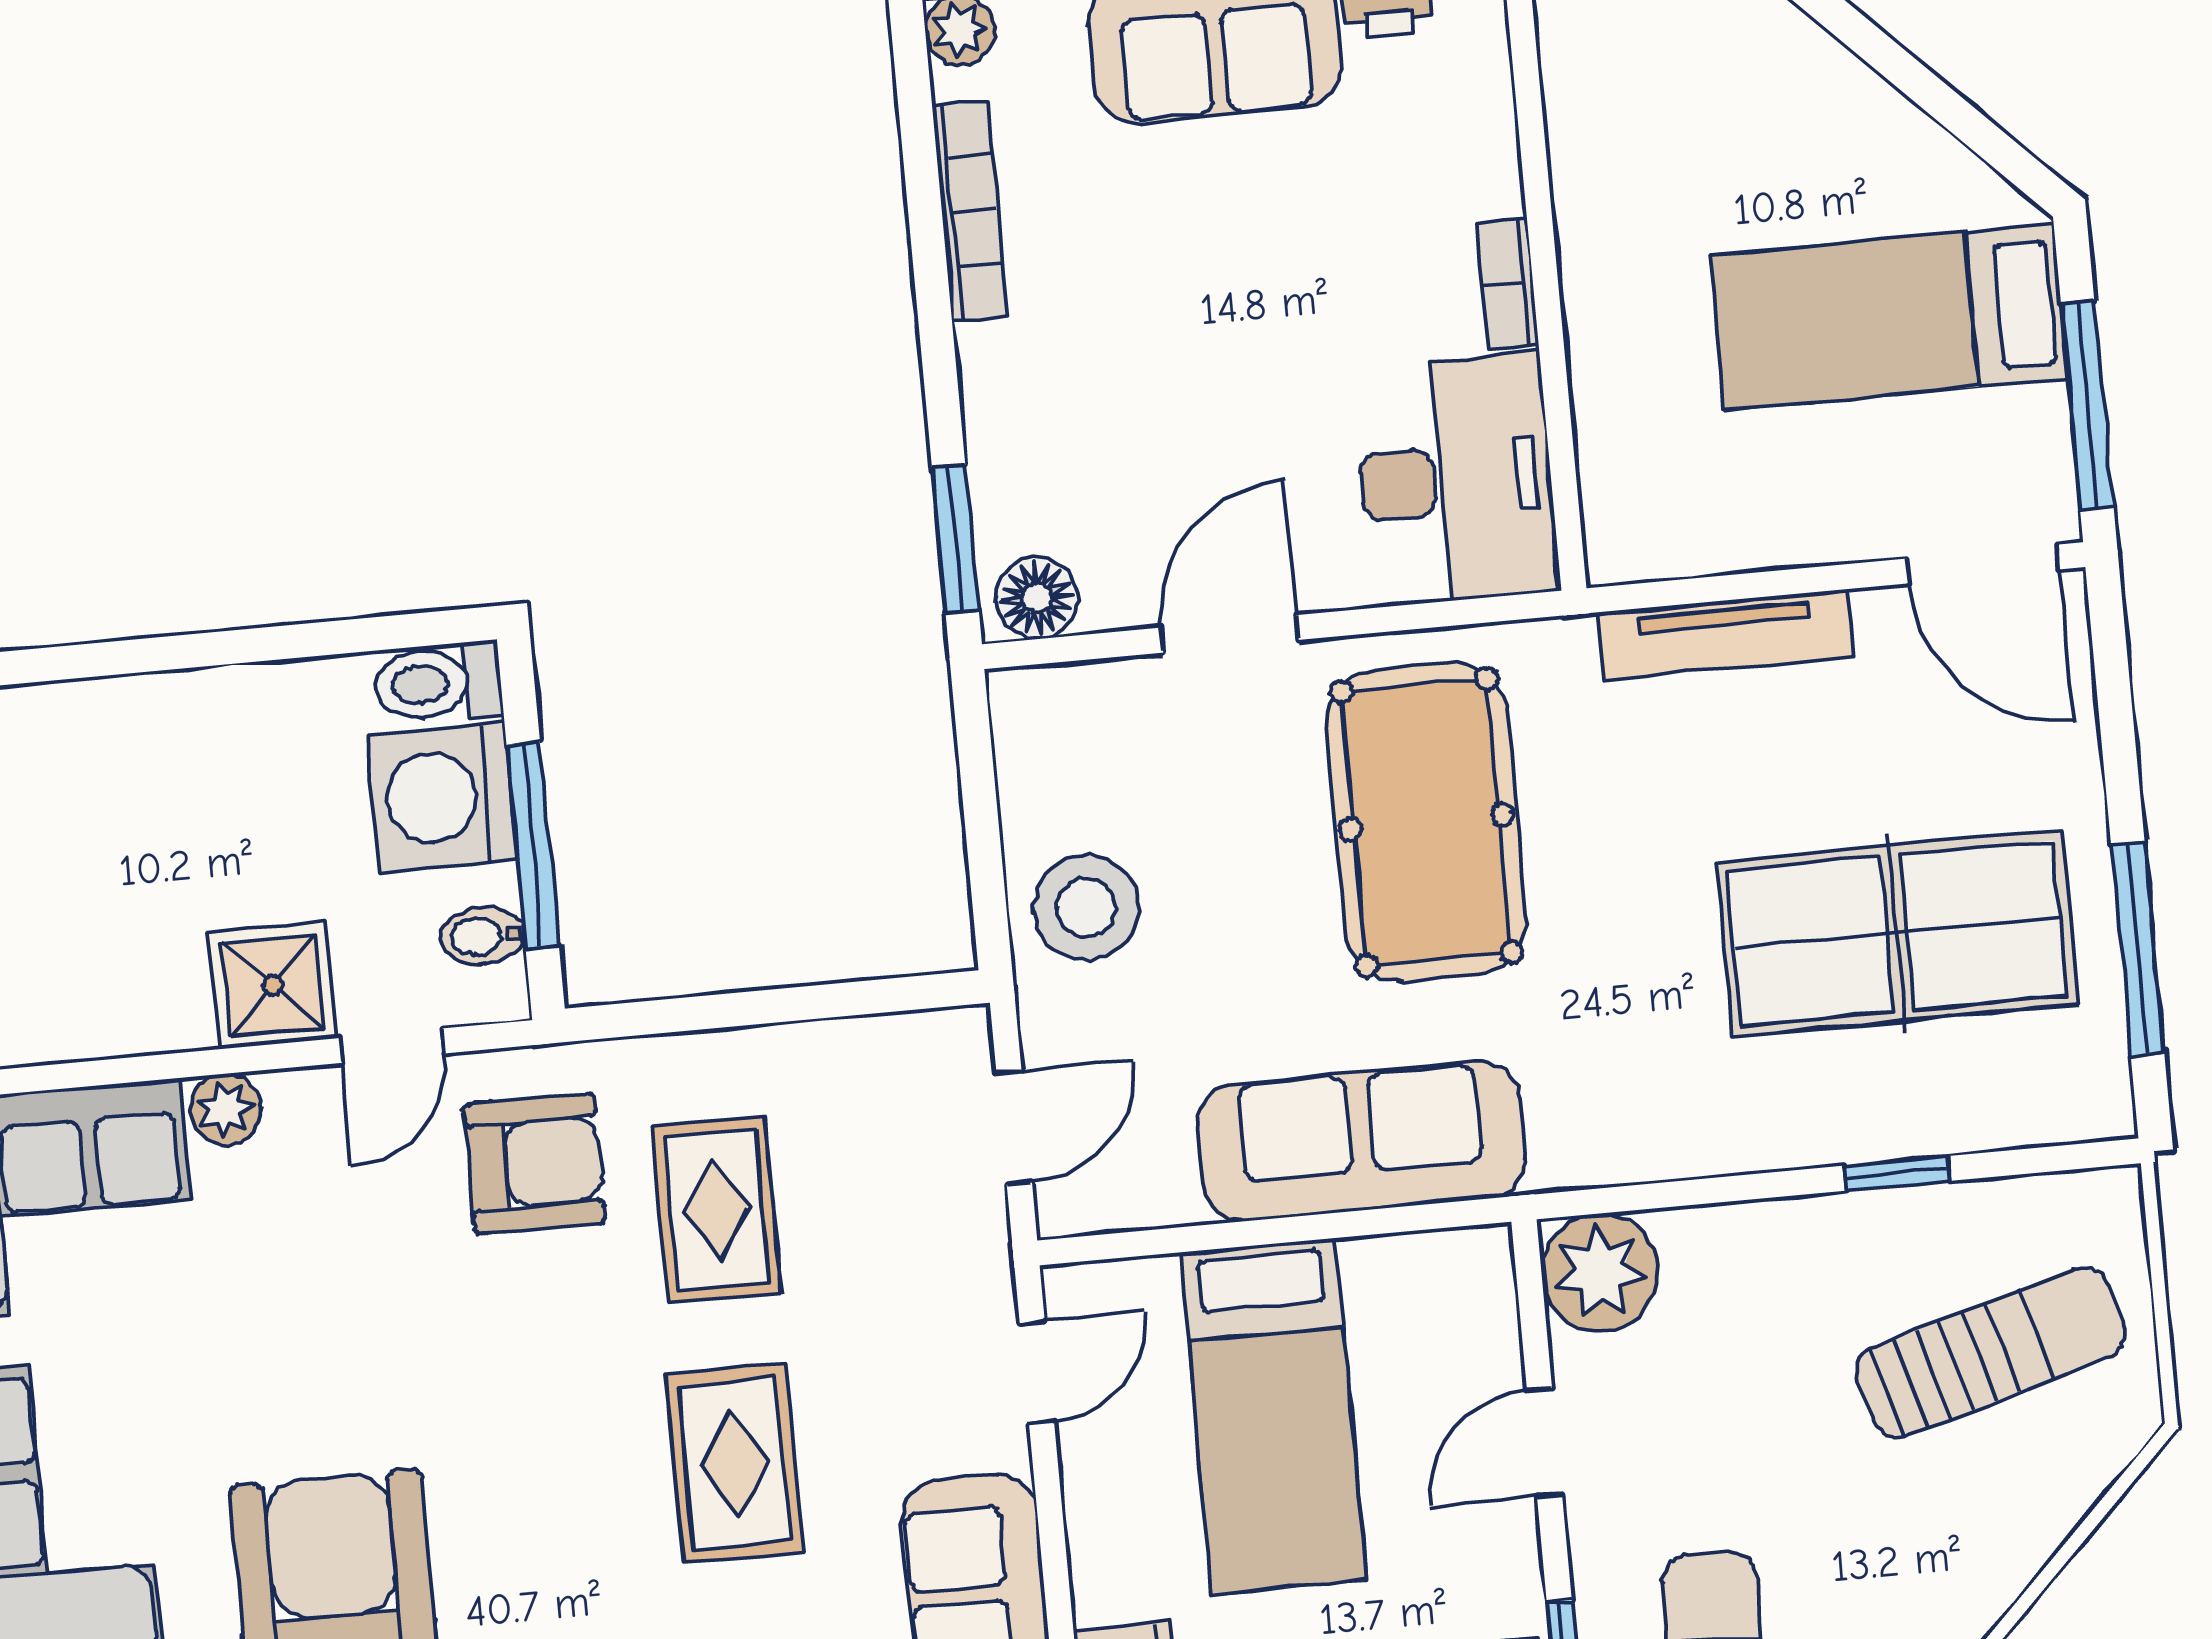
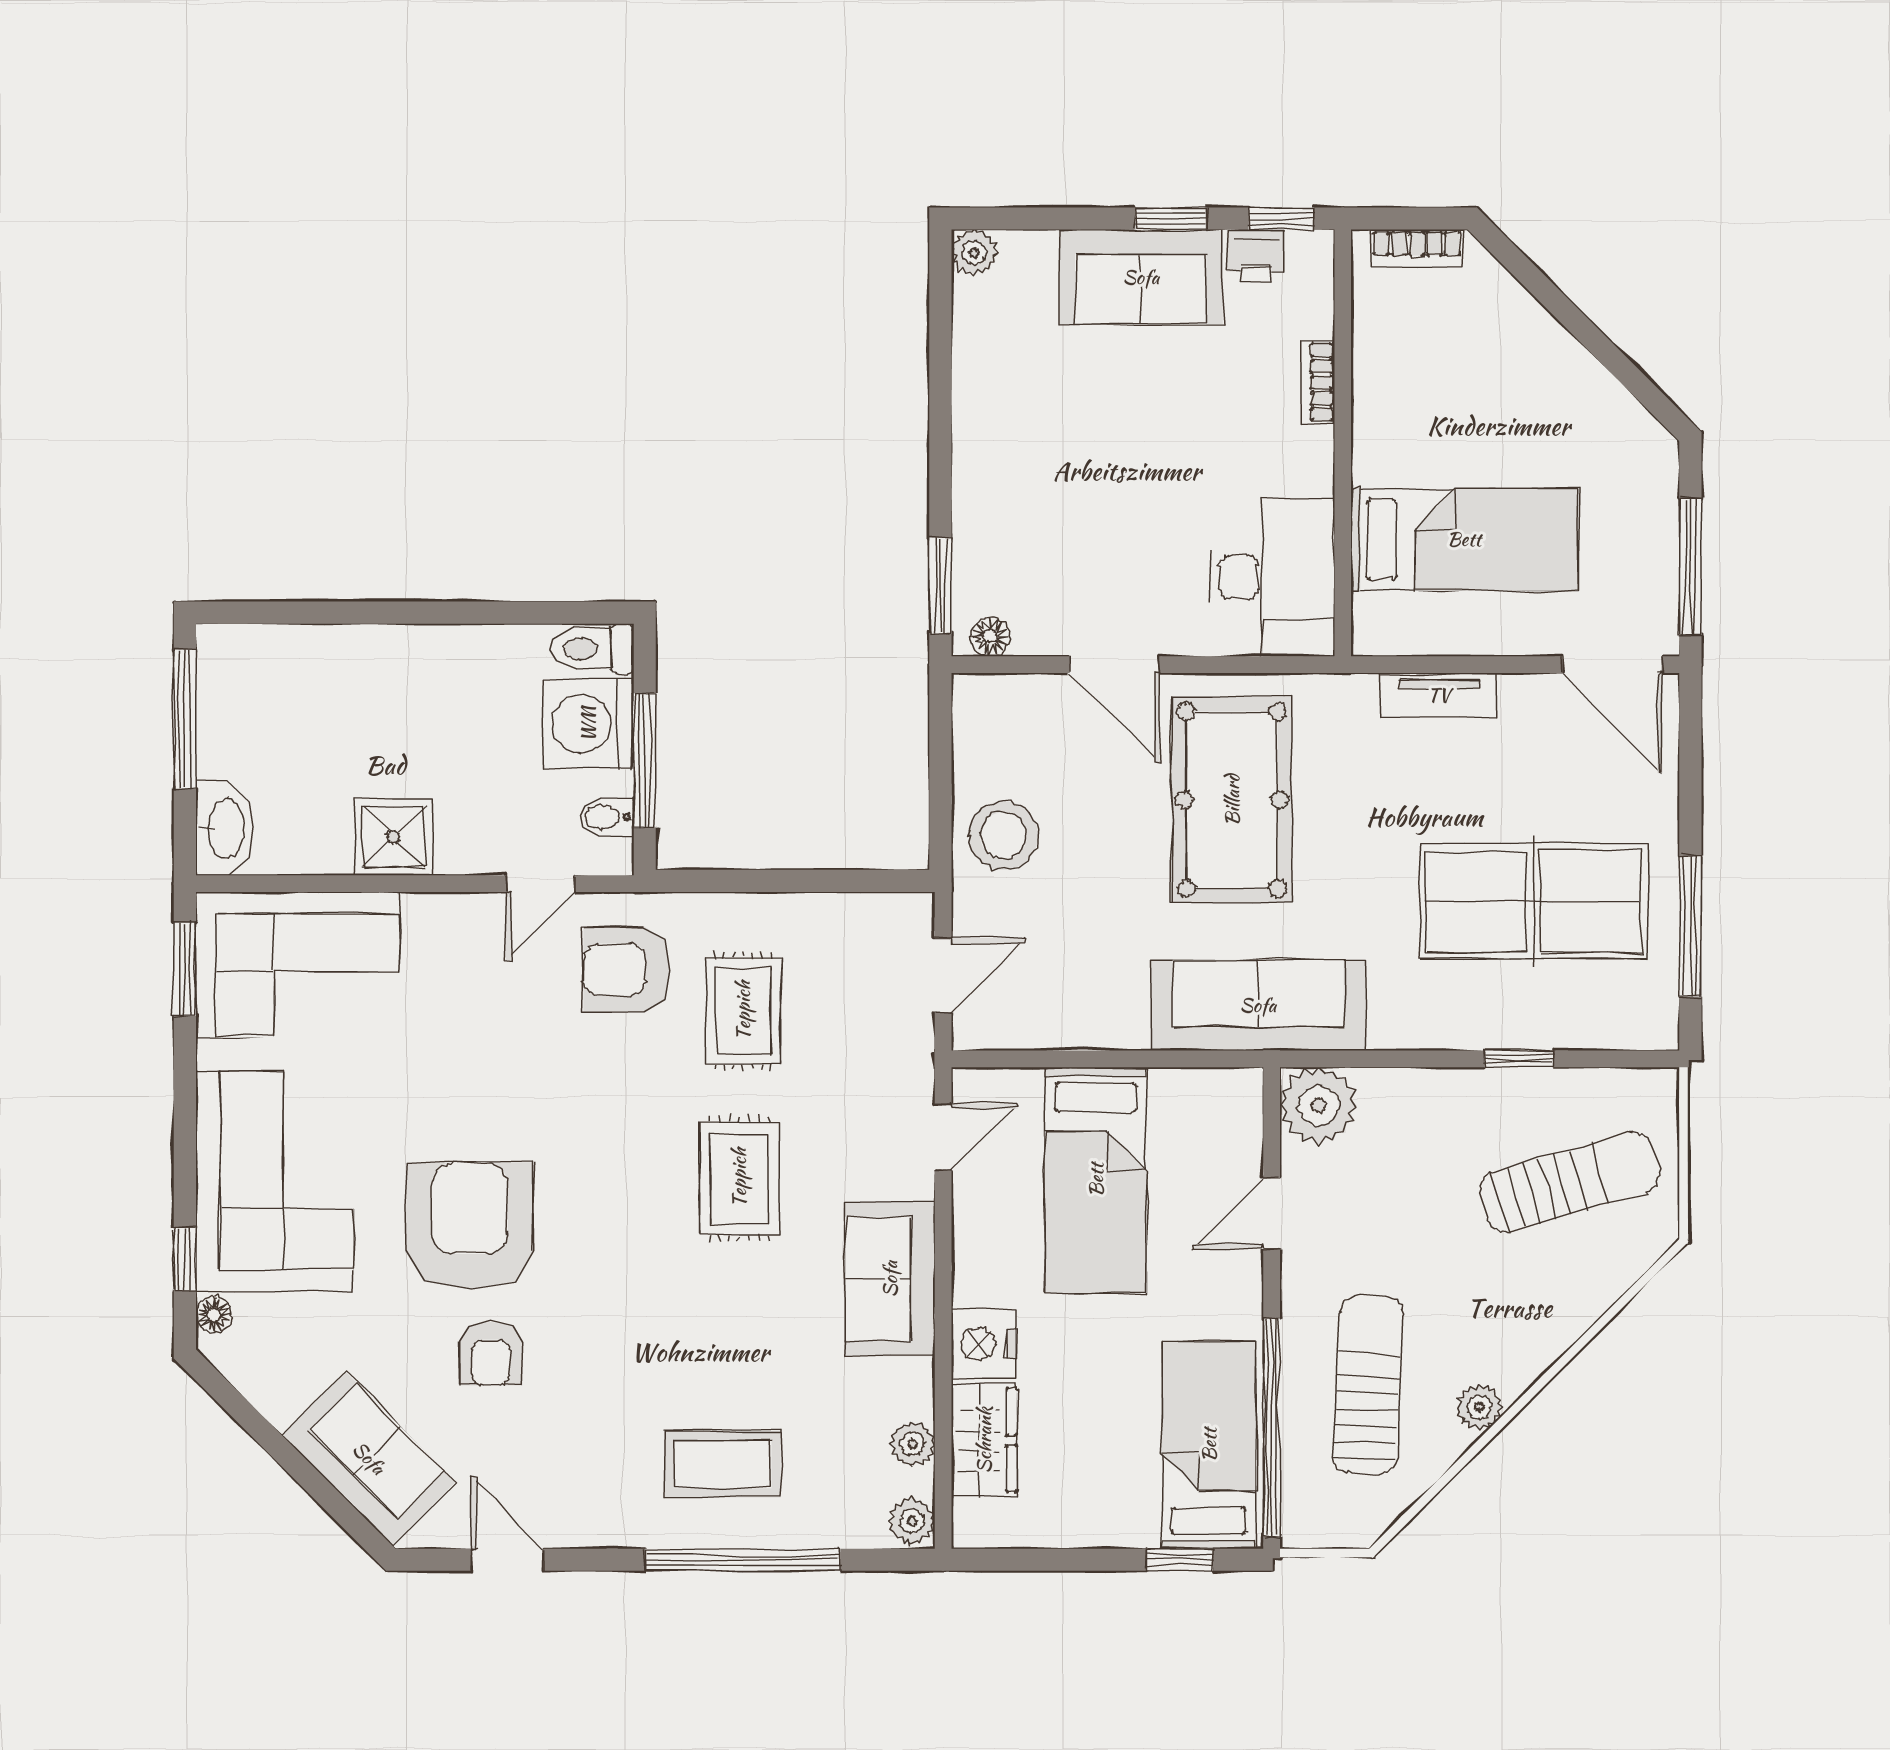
bookcase: (970, 211) -> (970, 372), removed
bookcase: (1508, 284) -> (1318, 382), moved
bed: (1889, 317) -> (1464, 539), moved, turned 180
floor lamp: (1037, 598) -> (990, 637), width x0.73, depth x0.73
door: (1230, 634) -> (1114, 665), swing flipped
tv unit: (1726, 635) -> (1439, 695), width x0.71
shower: (273, 985) -> (393, 837), moved
plant: (226, 1109) -> (427, 915), removed
sofa: (1362, 1141) -> (1258, 1005), moved
armchair: (535, 1163) -> (627, 969), turned 180

